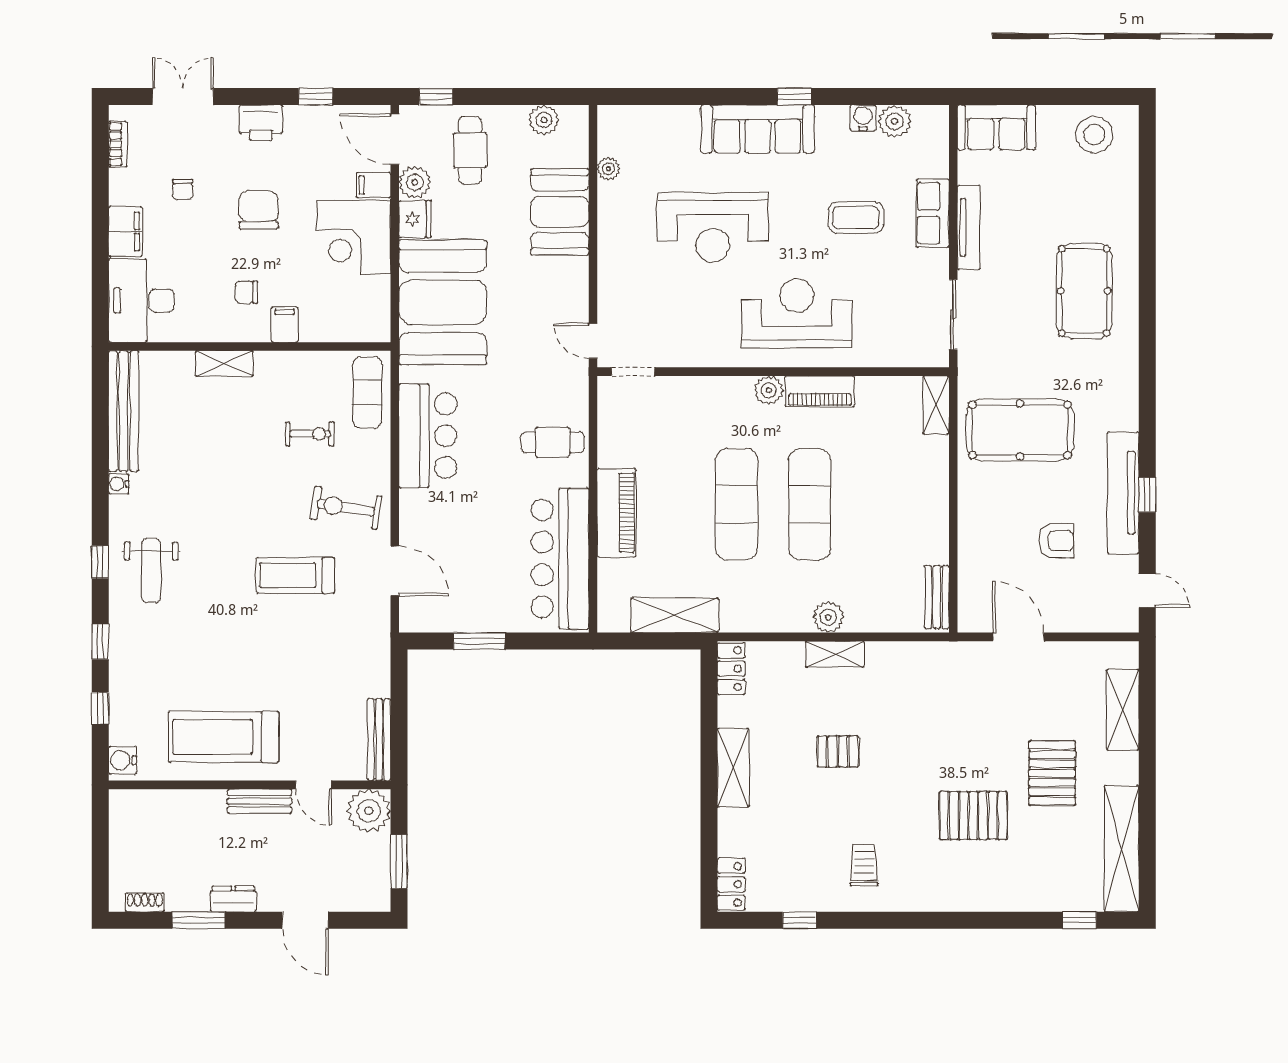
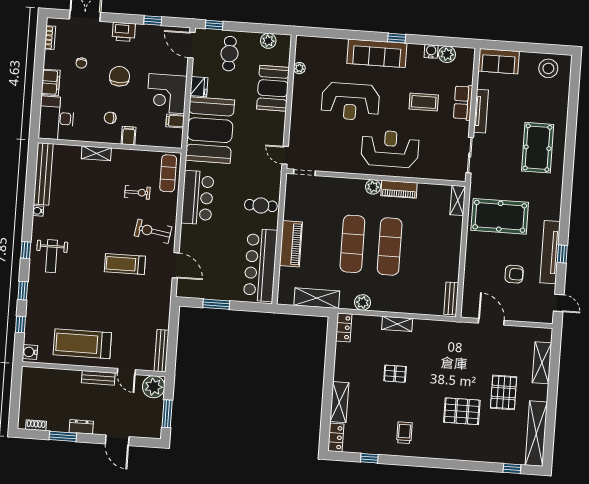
plant: (415, 182) -> (200, 68), removed
filing cabinet: (374, 185) -> (175, 121), moved
plant: (828, 617) -> (363, 302), moved
shelving: (733, 768) -> (339, 402), moved

